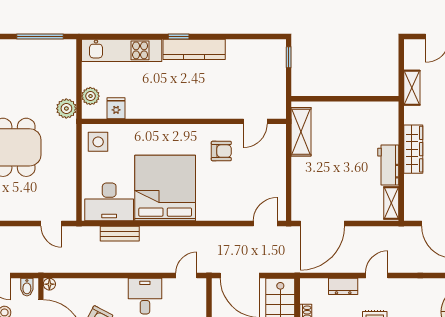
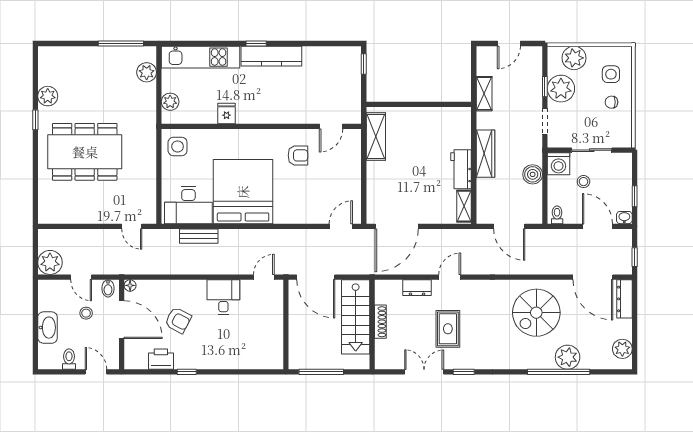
fridge: (116, 108) -> (227, 114), moved
plant: (66, 109) -> (147, 72), moved

